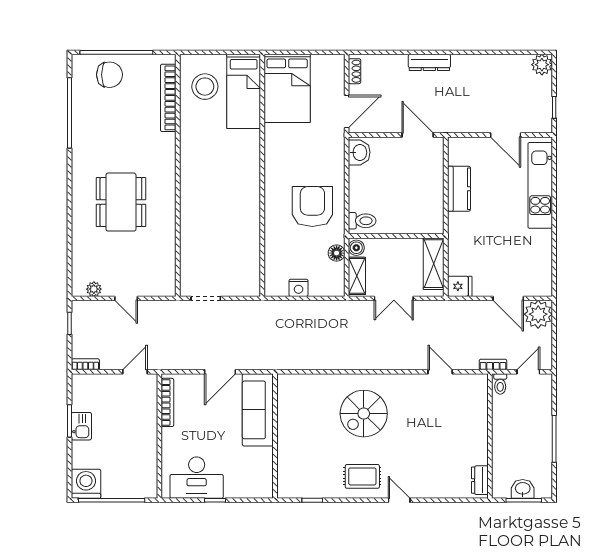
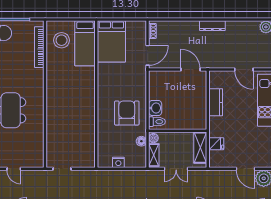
dresser: (429, 62) -> (212, 26), moved
washbasin: (359, 152) -> (155, 108), moved
fridge: (460, 286) -> (216, 144), moved

